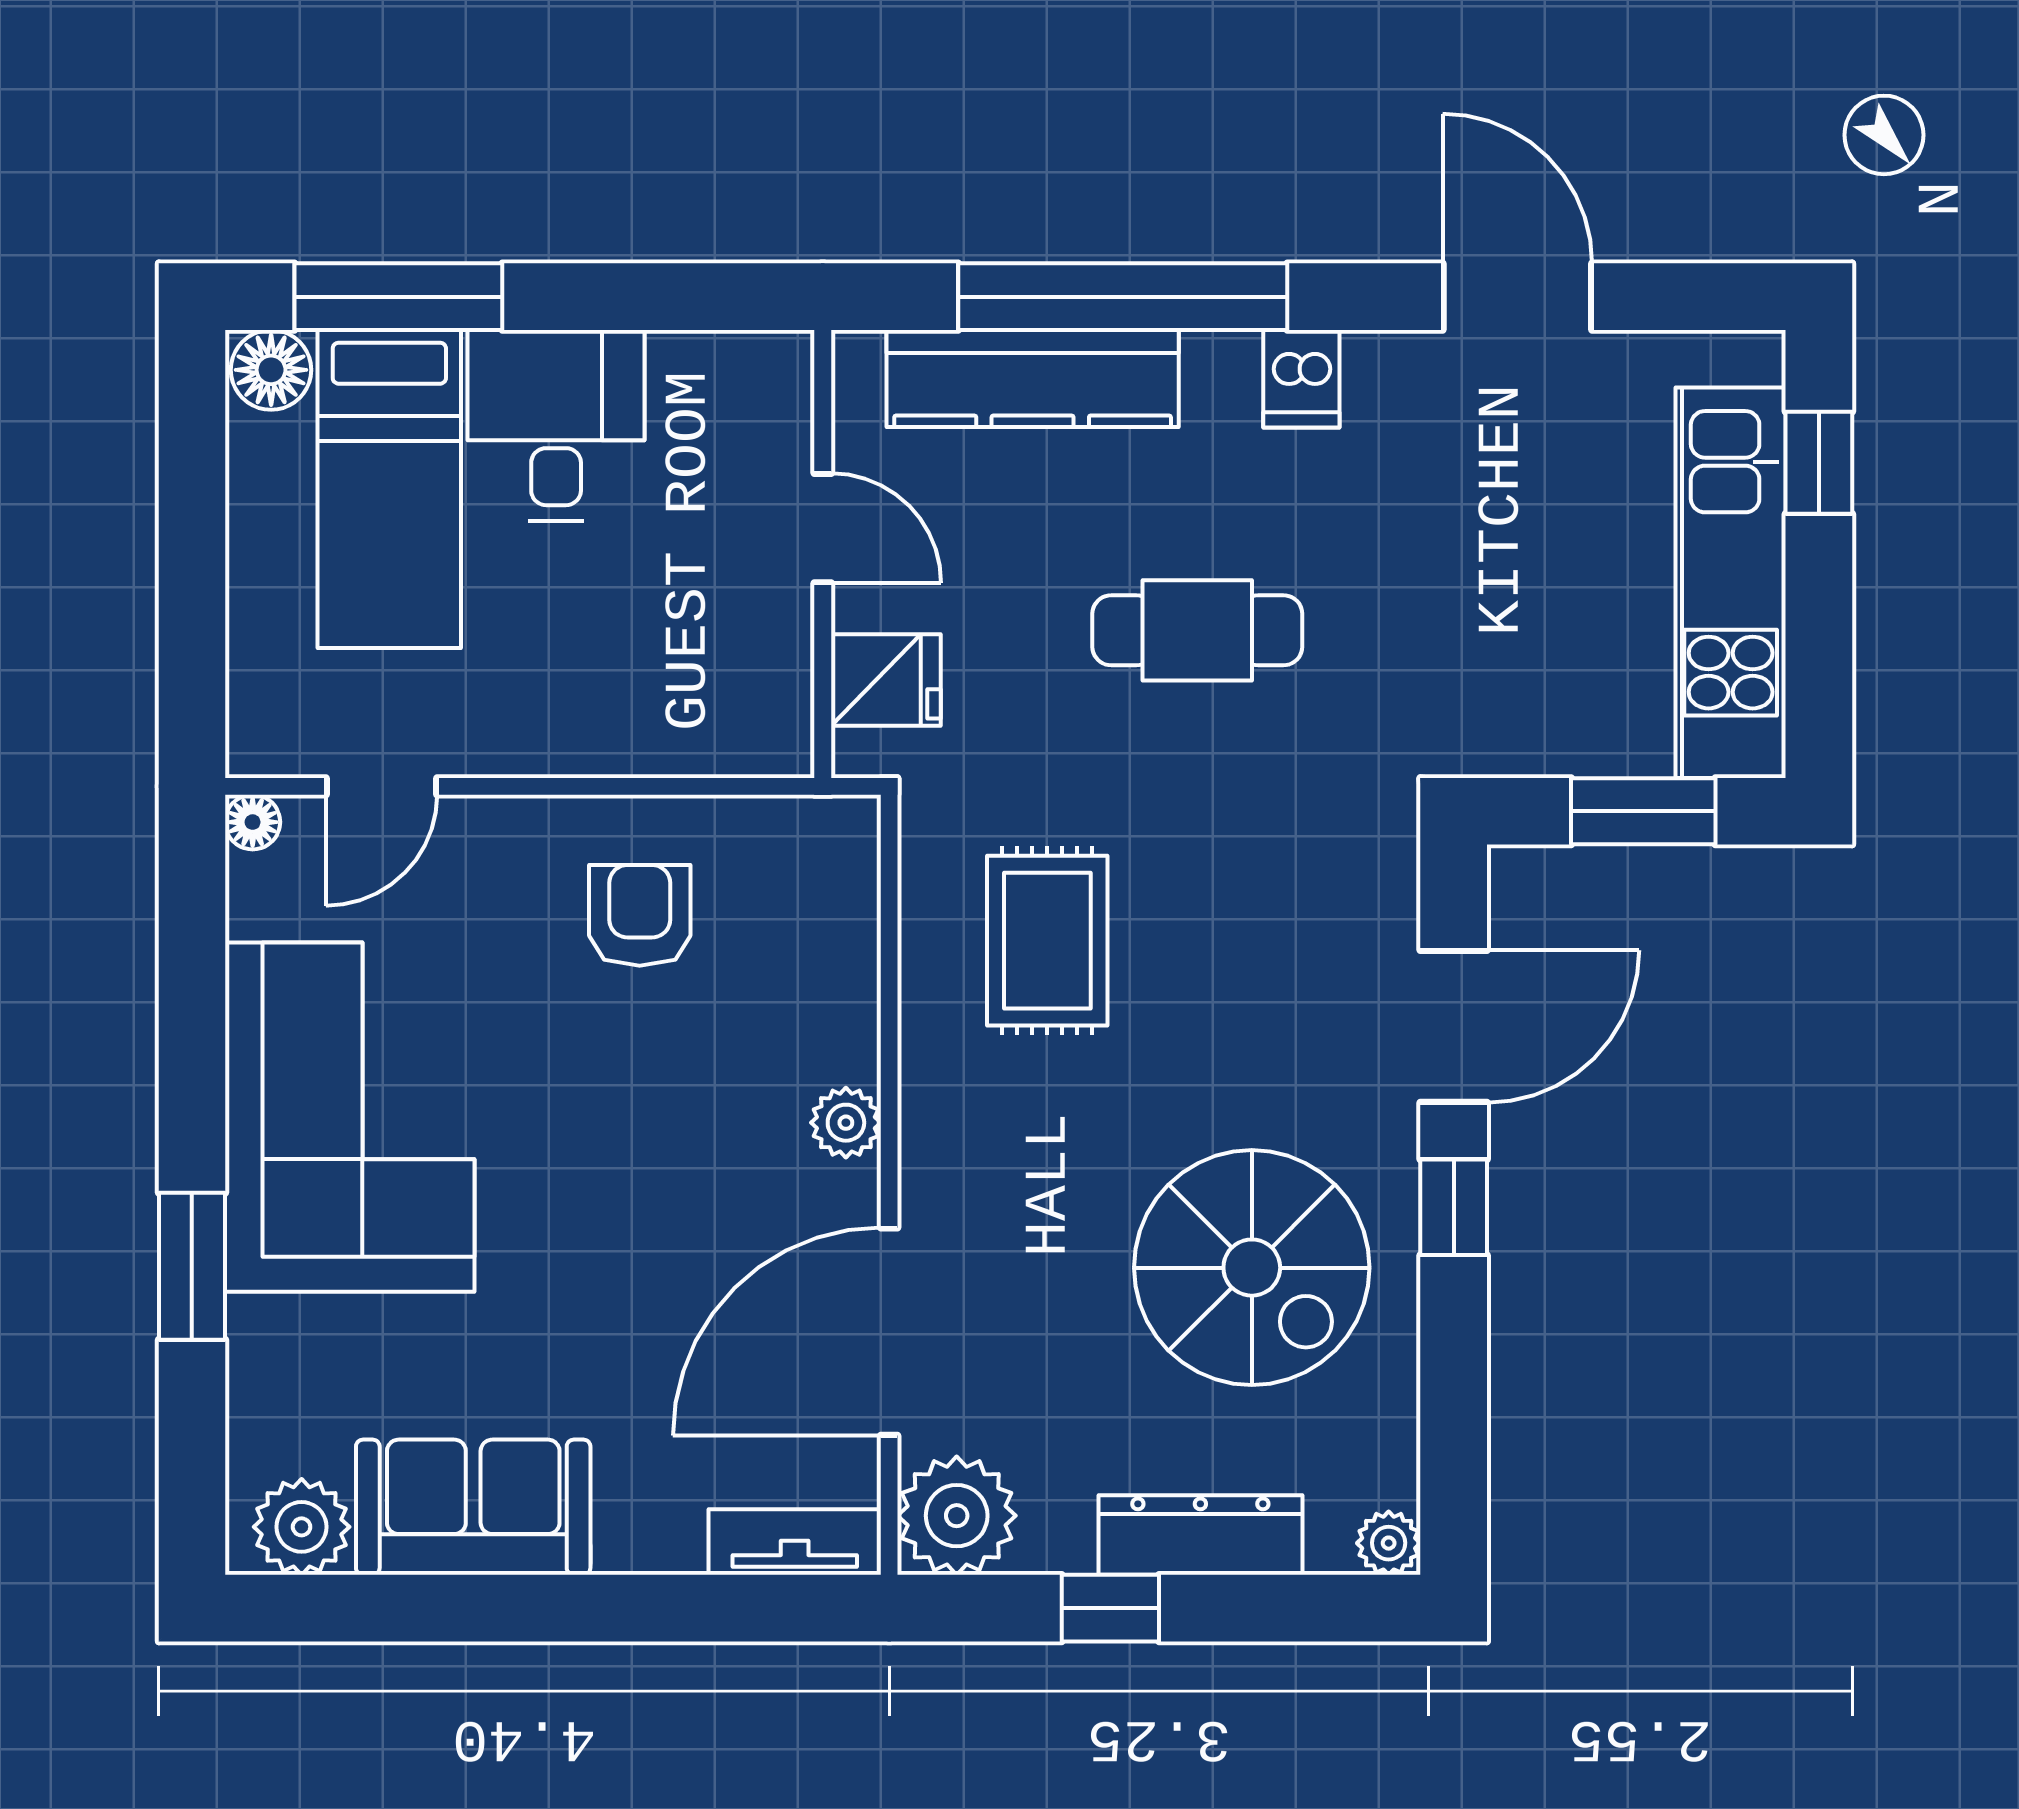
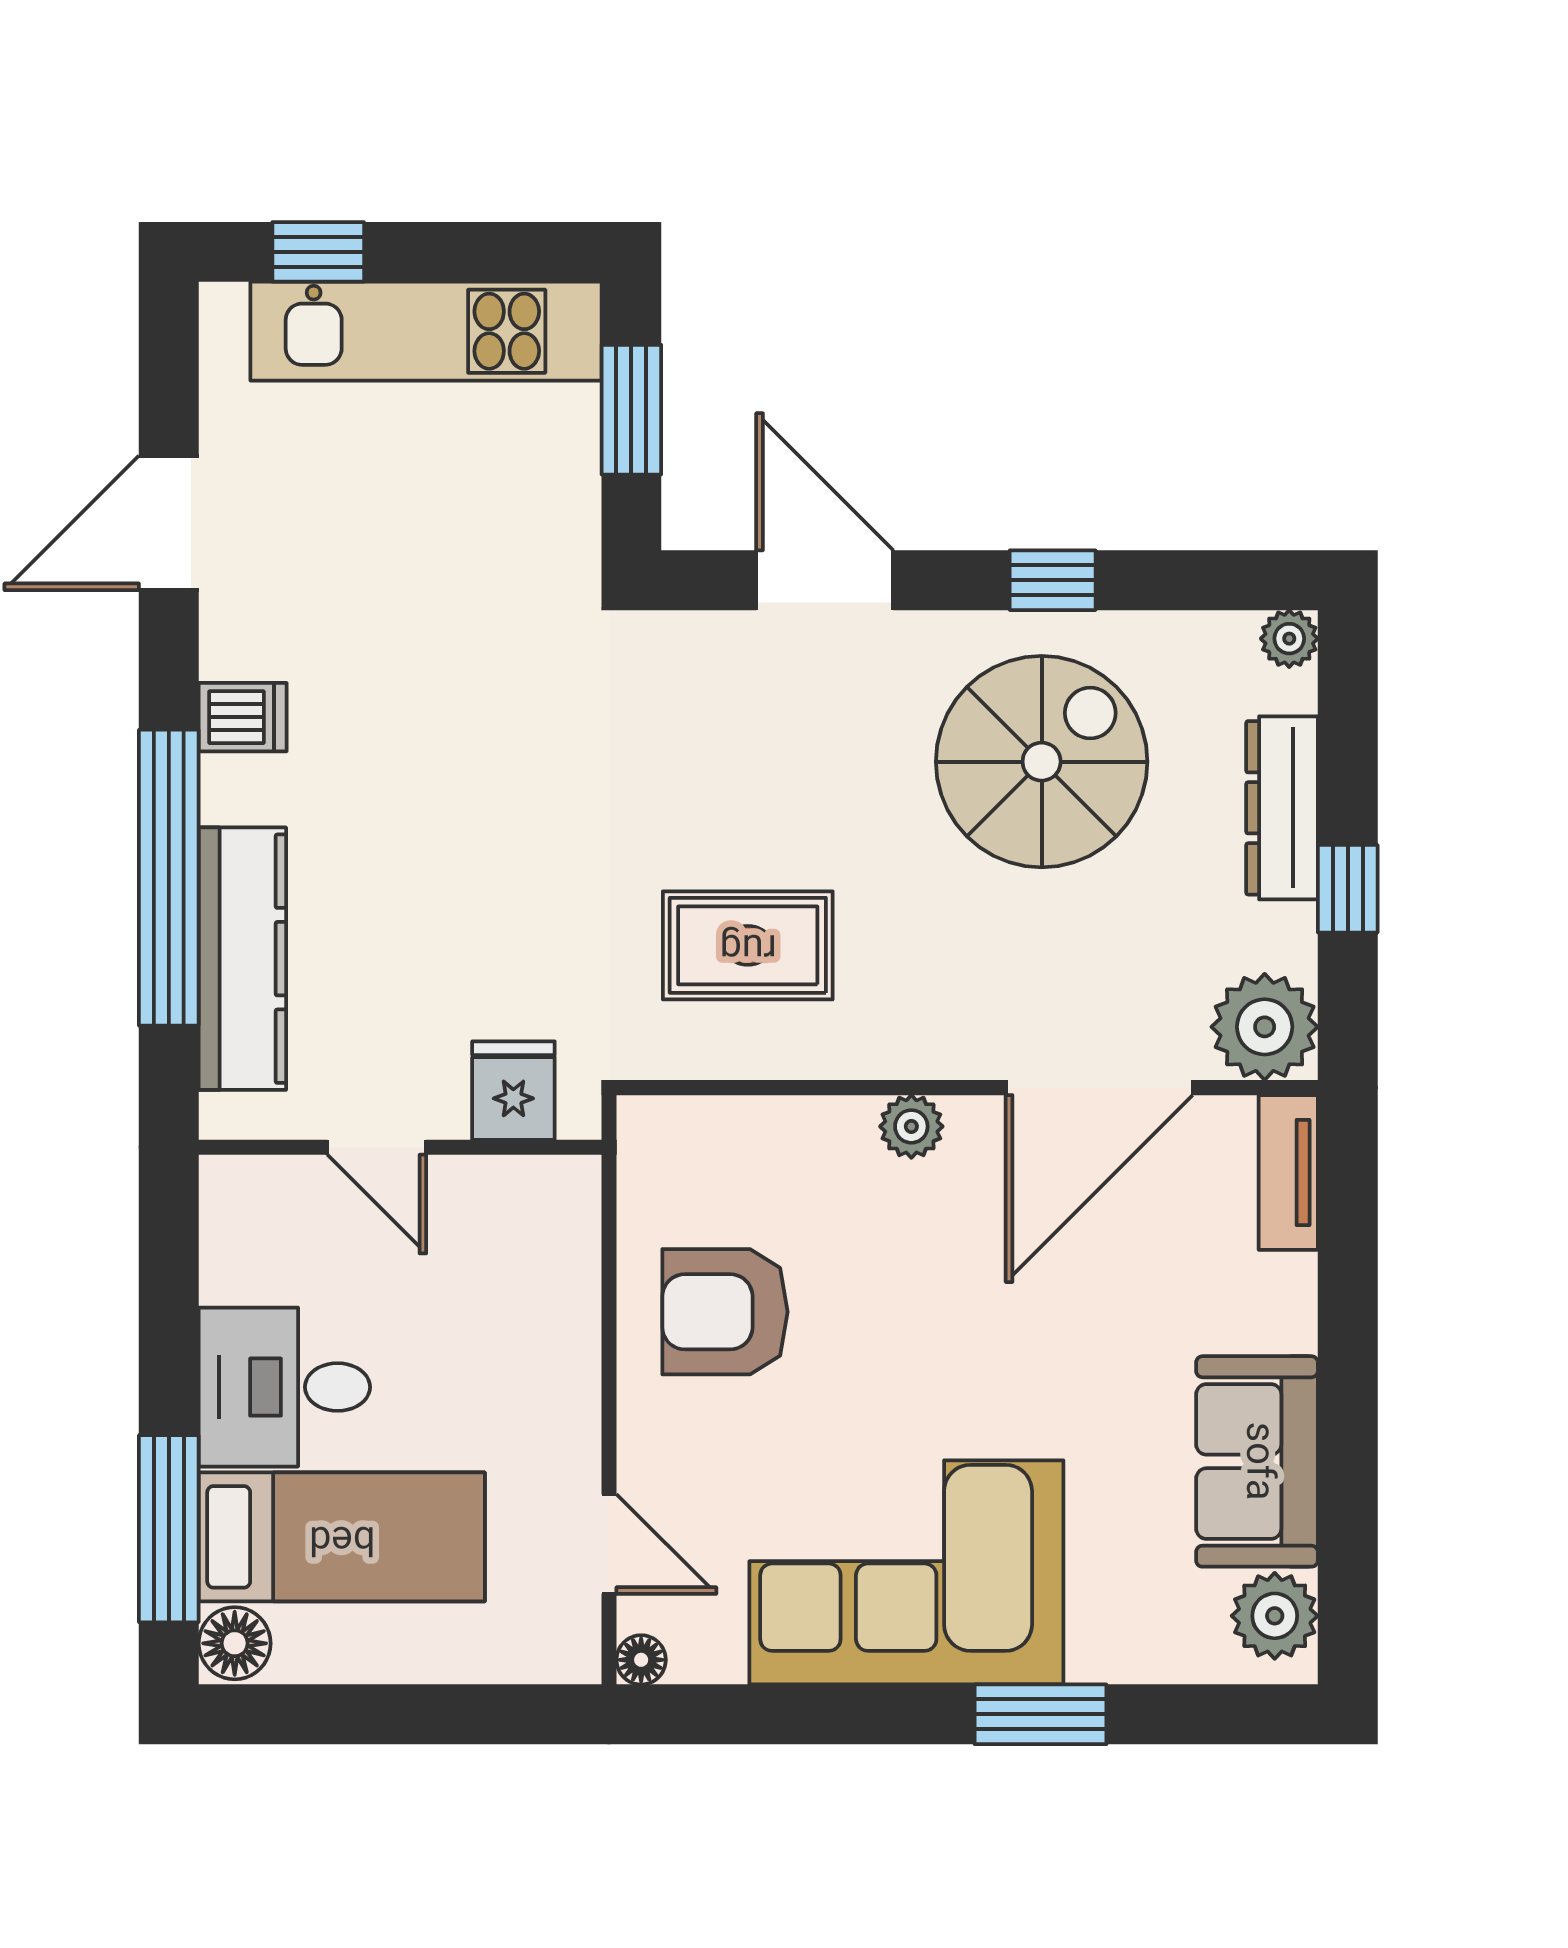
door: (823, 528) -> (377, 1147), swing flipped
cafe table: (1197, 630) -> (469, 811), removed
armchair: (640, 915) -> (725, 1312), width x1.38, depth x1.38
window: (1454, 1207) -> (1053, 580), moved
door: (889, 1332) -> (1099, 1088), hinge flipped

